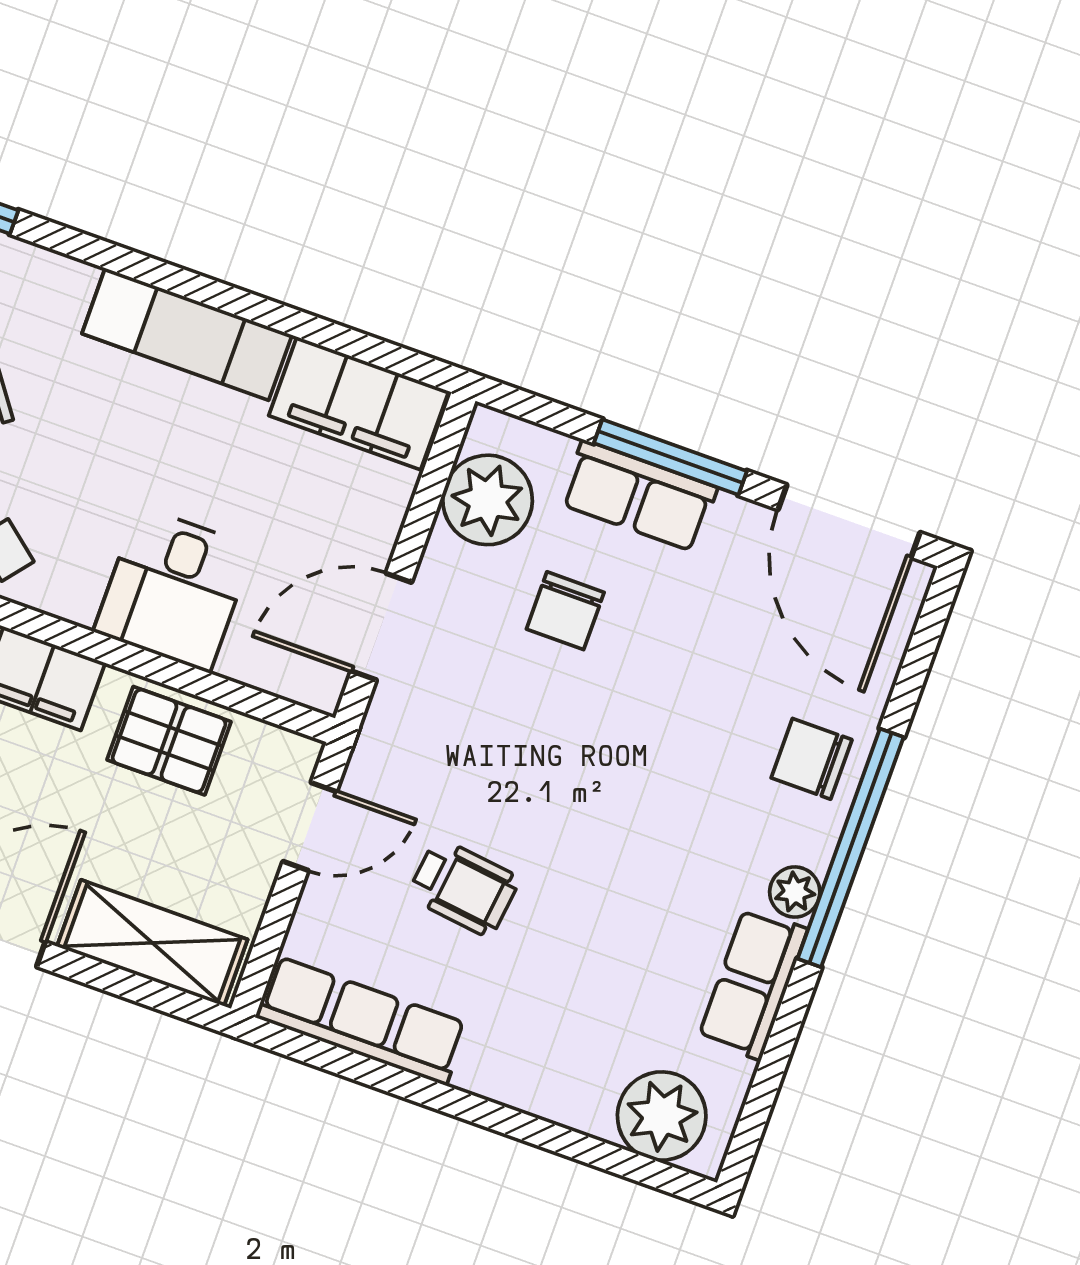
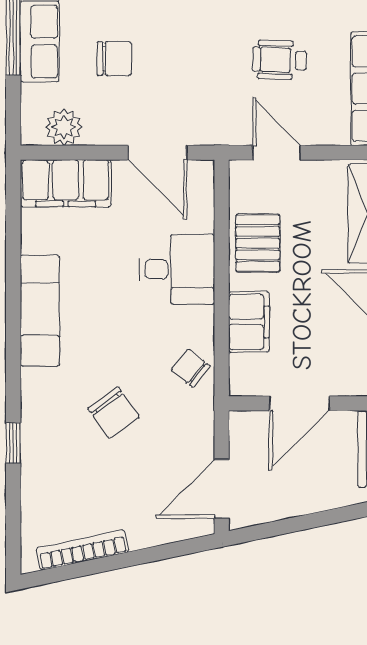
filing cabinet: (359, 403) -> (66, 183), moved, turned 90
plant: (488, 500) -> (64, 127), width x0.73, depth x0.73
wheelchair: (464, 887) -> (280, 60), turned -95

